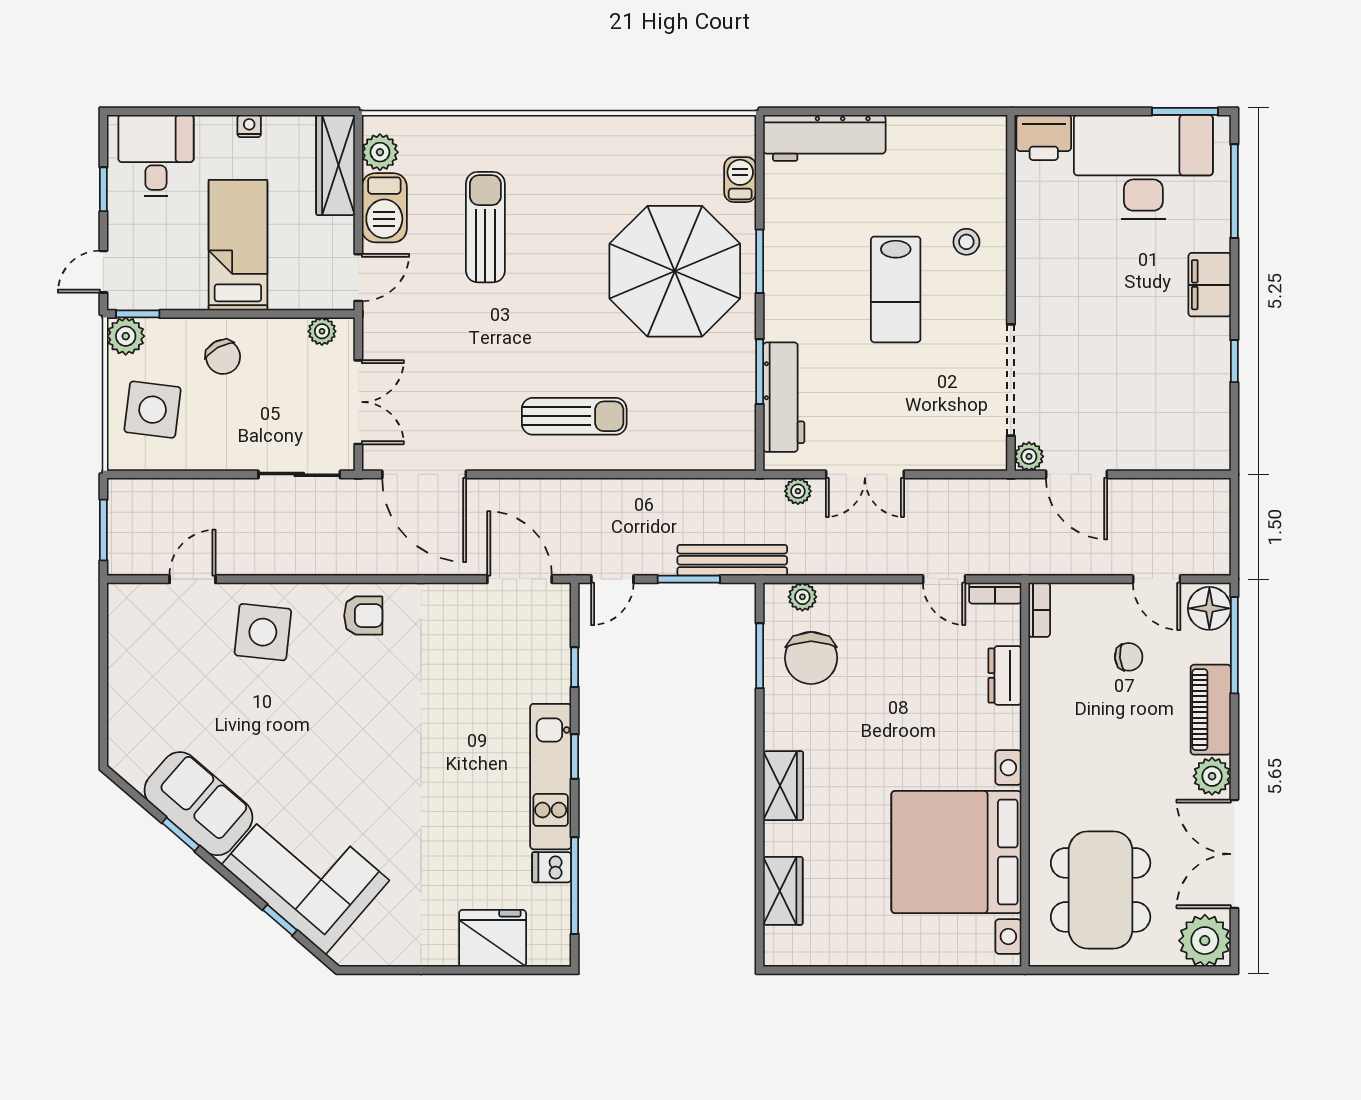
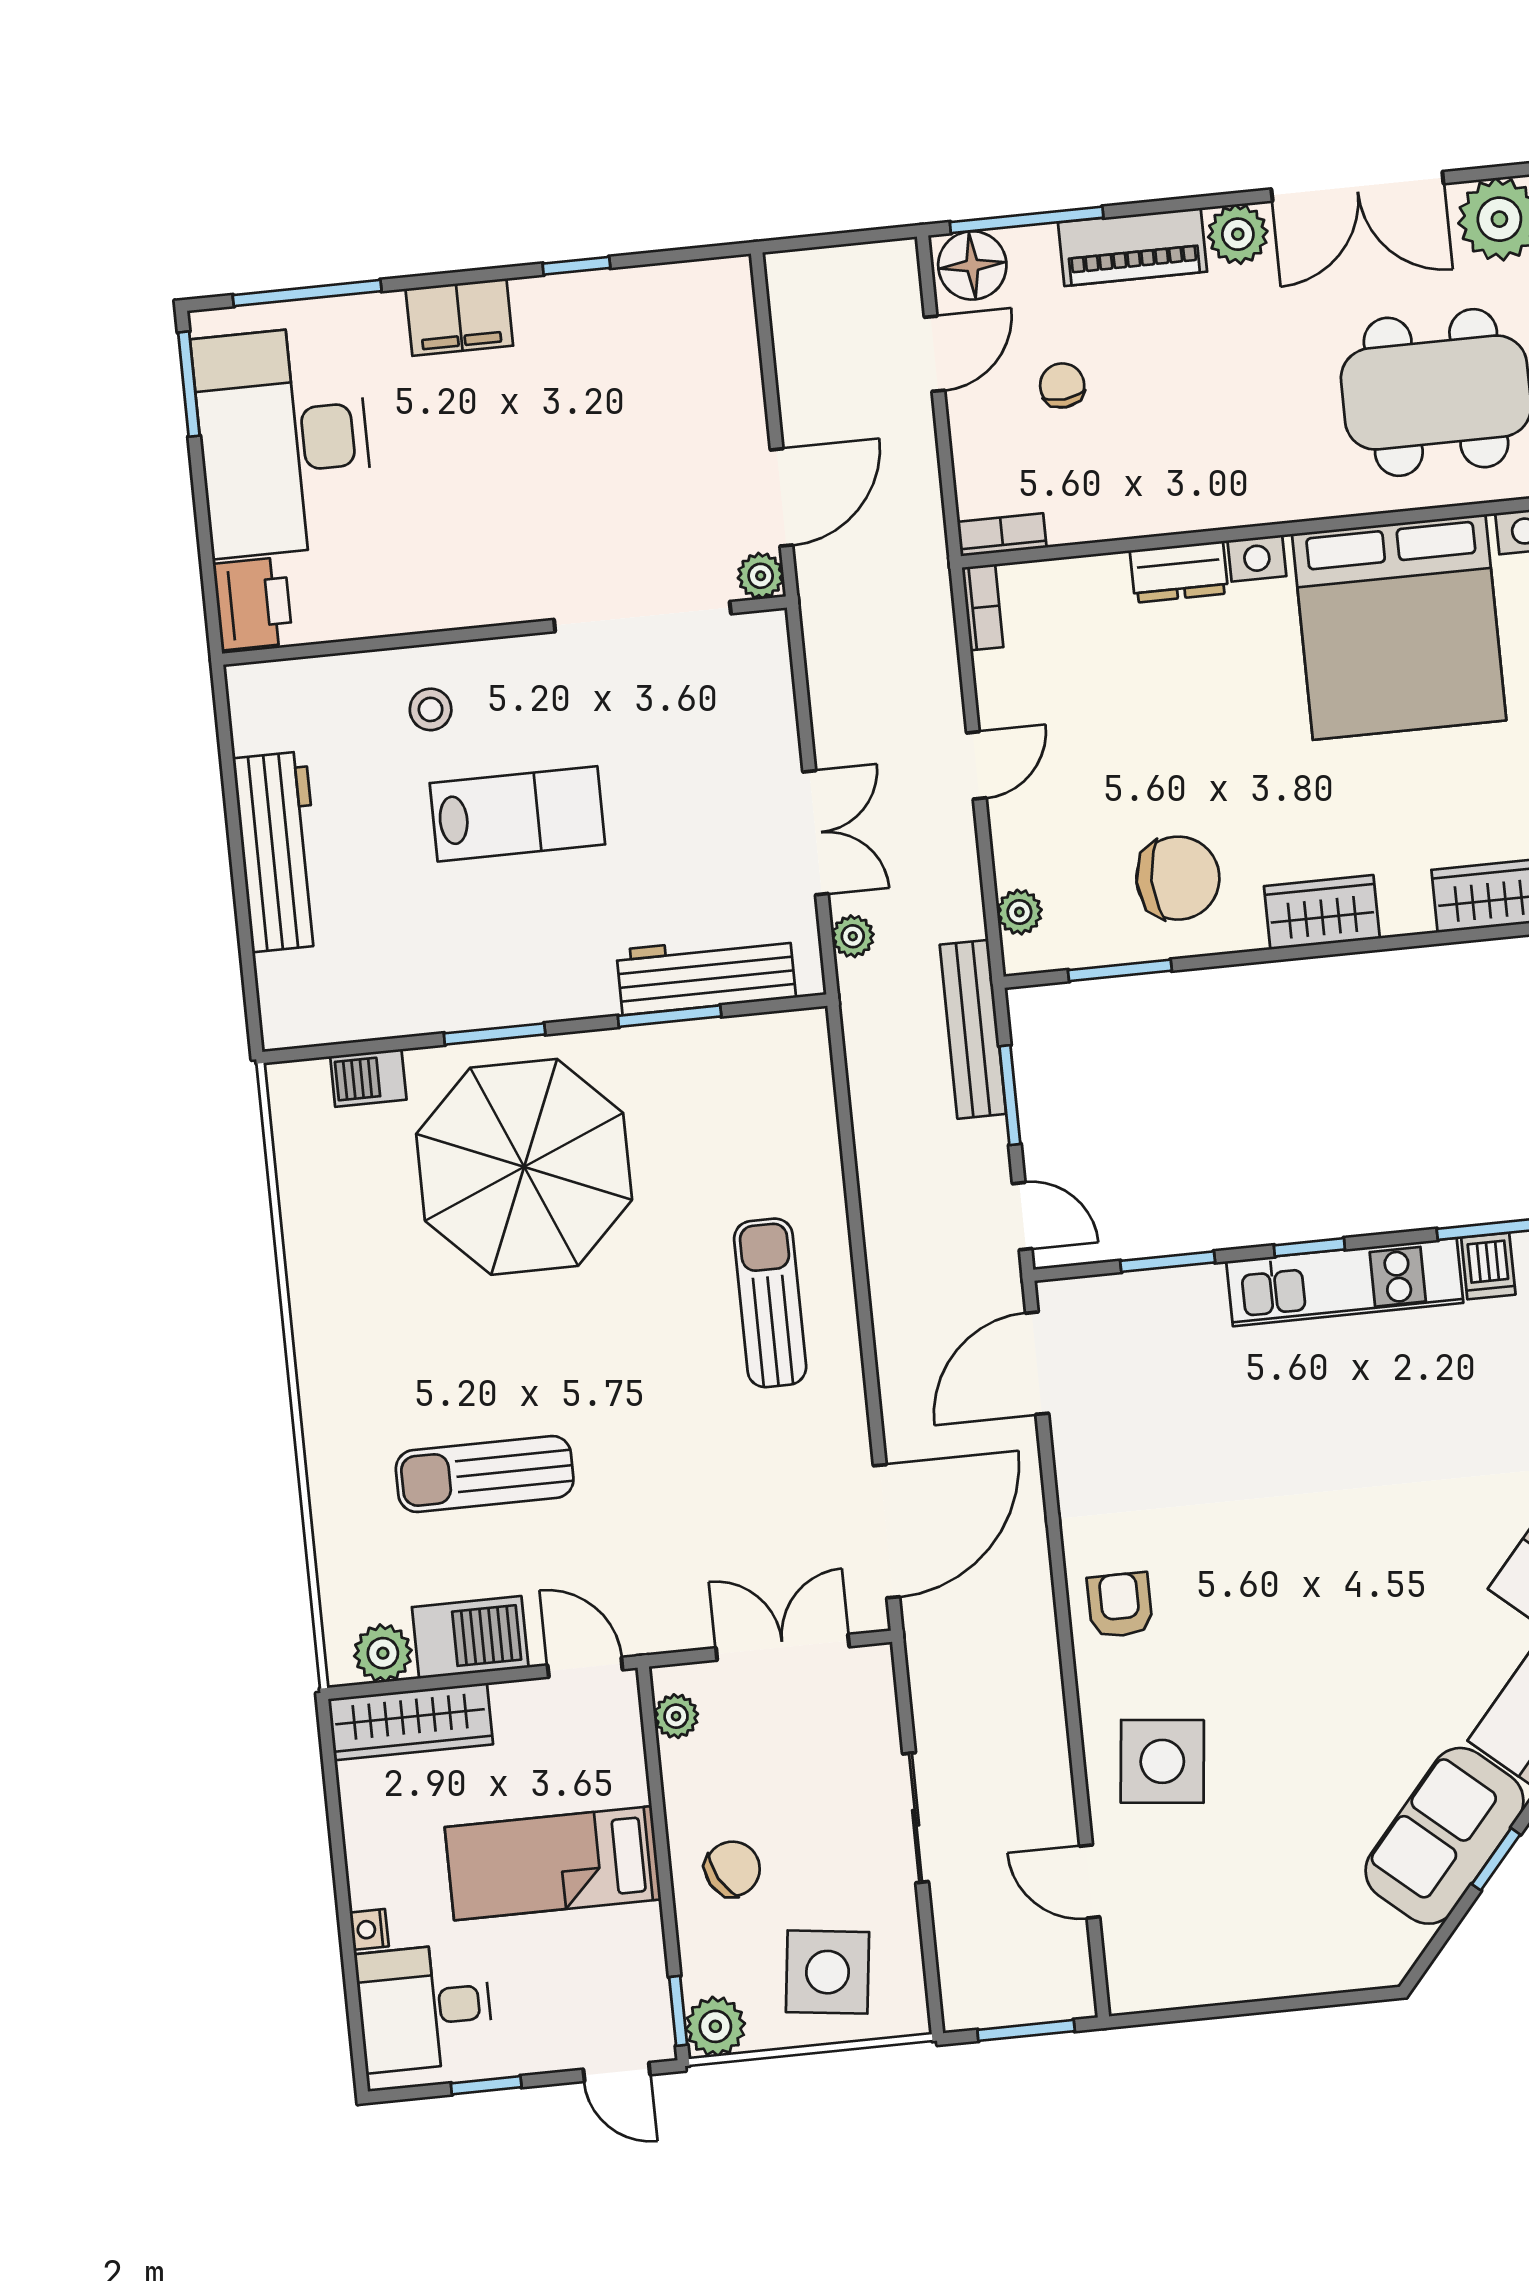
nightstand: (249, 126) -> (369, 1929), moved
workbench: (824, 138) -> (279, 852), moved
sliding door: (299, 474) -> (916, 1818), moved
door: (944, 579) -> (976, 765), moved
chair: (811, 658) -> (1178, 878), moved
window: (575, 667) -> (1168, 1262), width x1.50
dresser: (1005, 675) -> (1179, 572), moved

